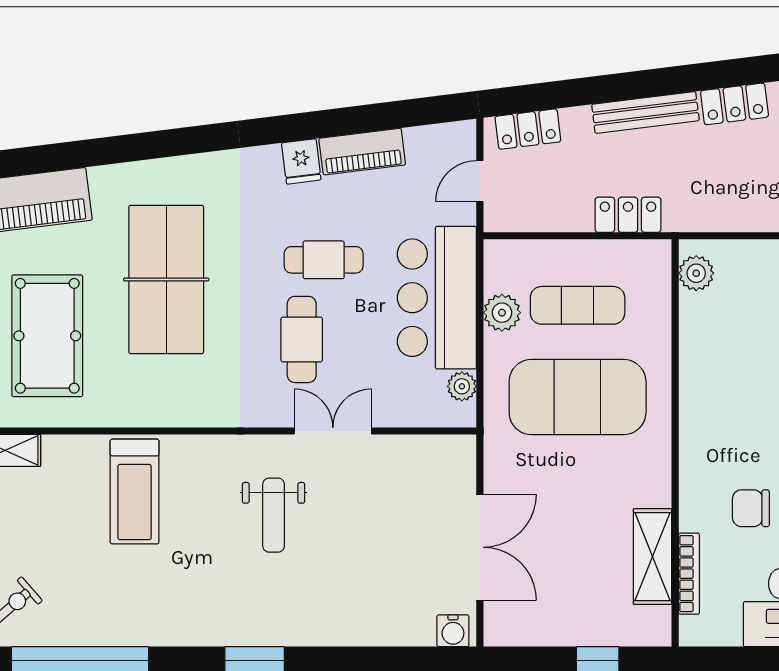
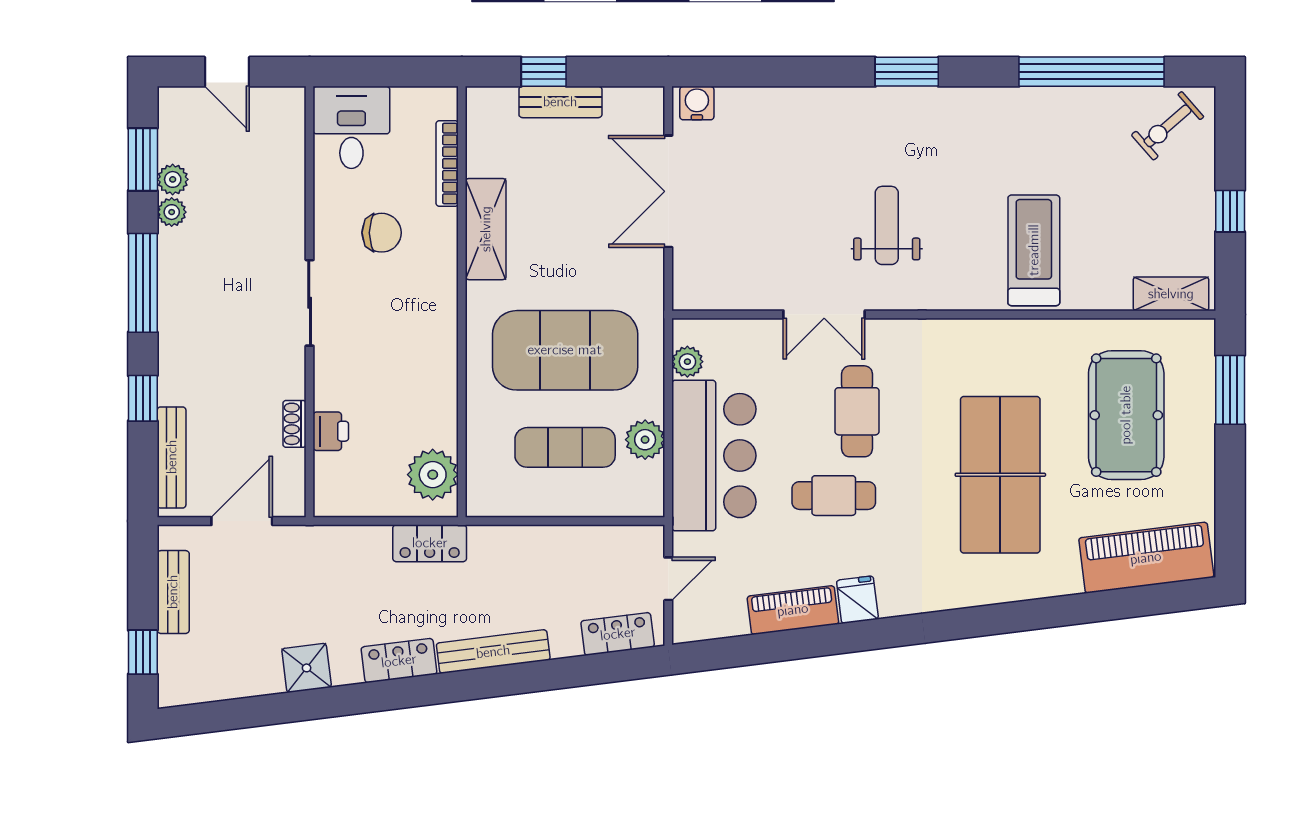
locker: (628, 215) -> (430, 543), moved
plant: (696, 273) -> (433, 475), width x1.36, depth x1.36
shelving: (653, 557) -> (486, 229), moved
bench: (582, 632) -> (560, 102), added

